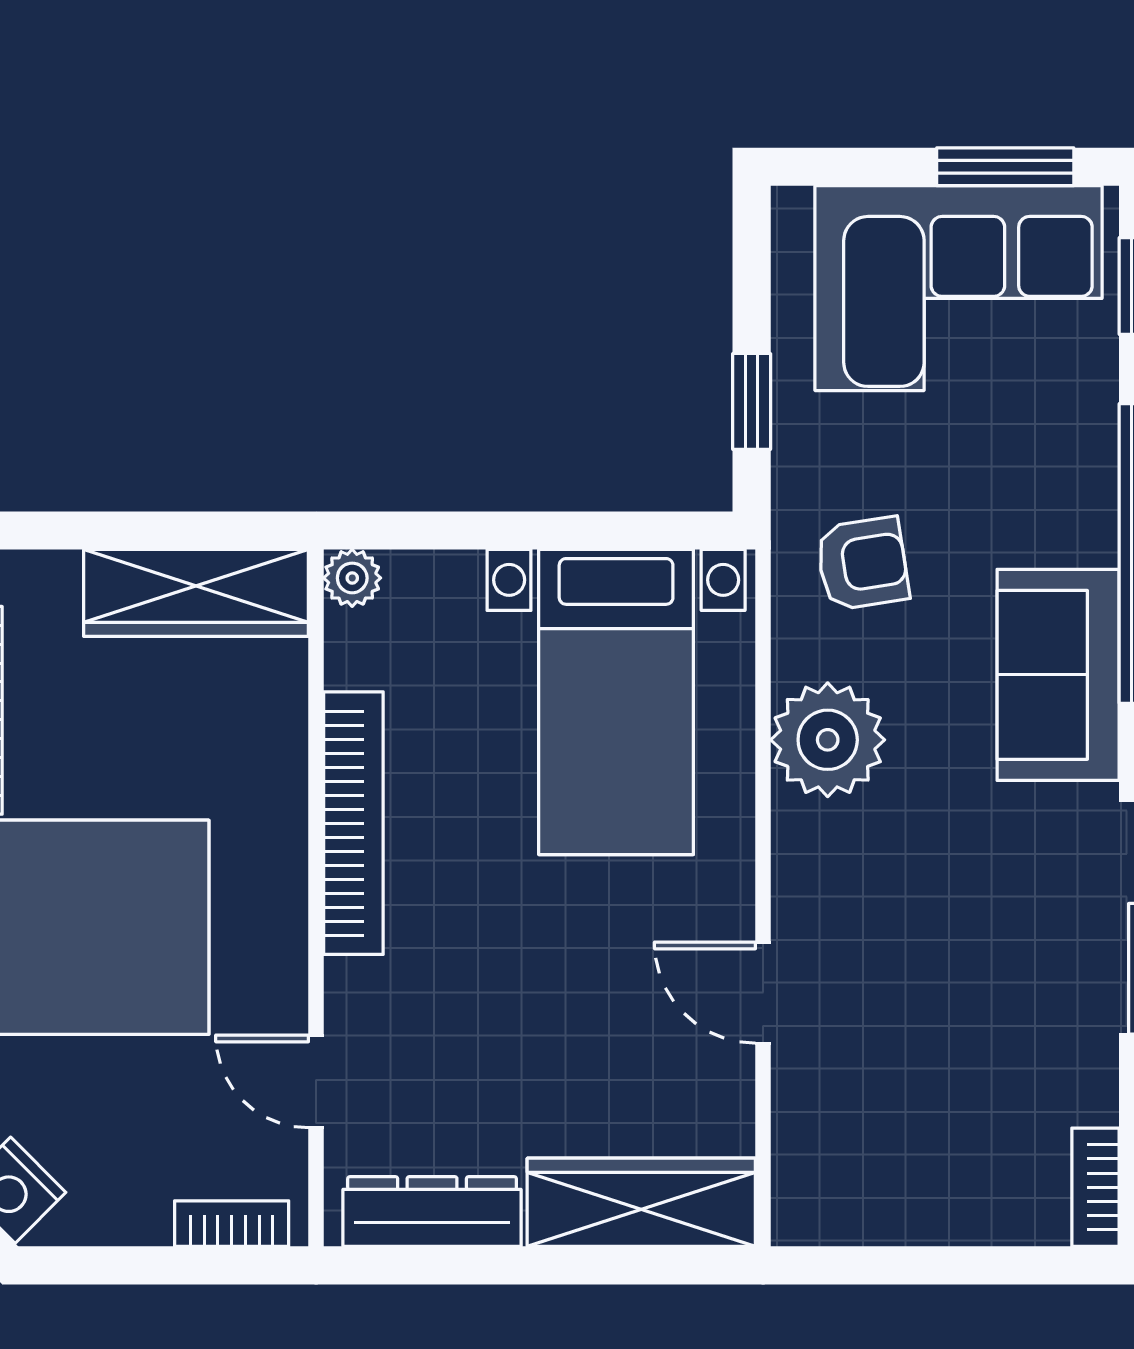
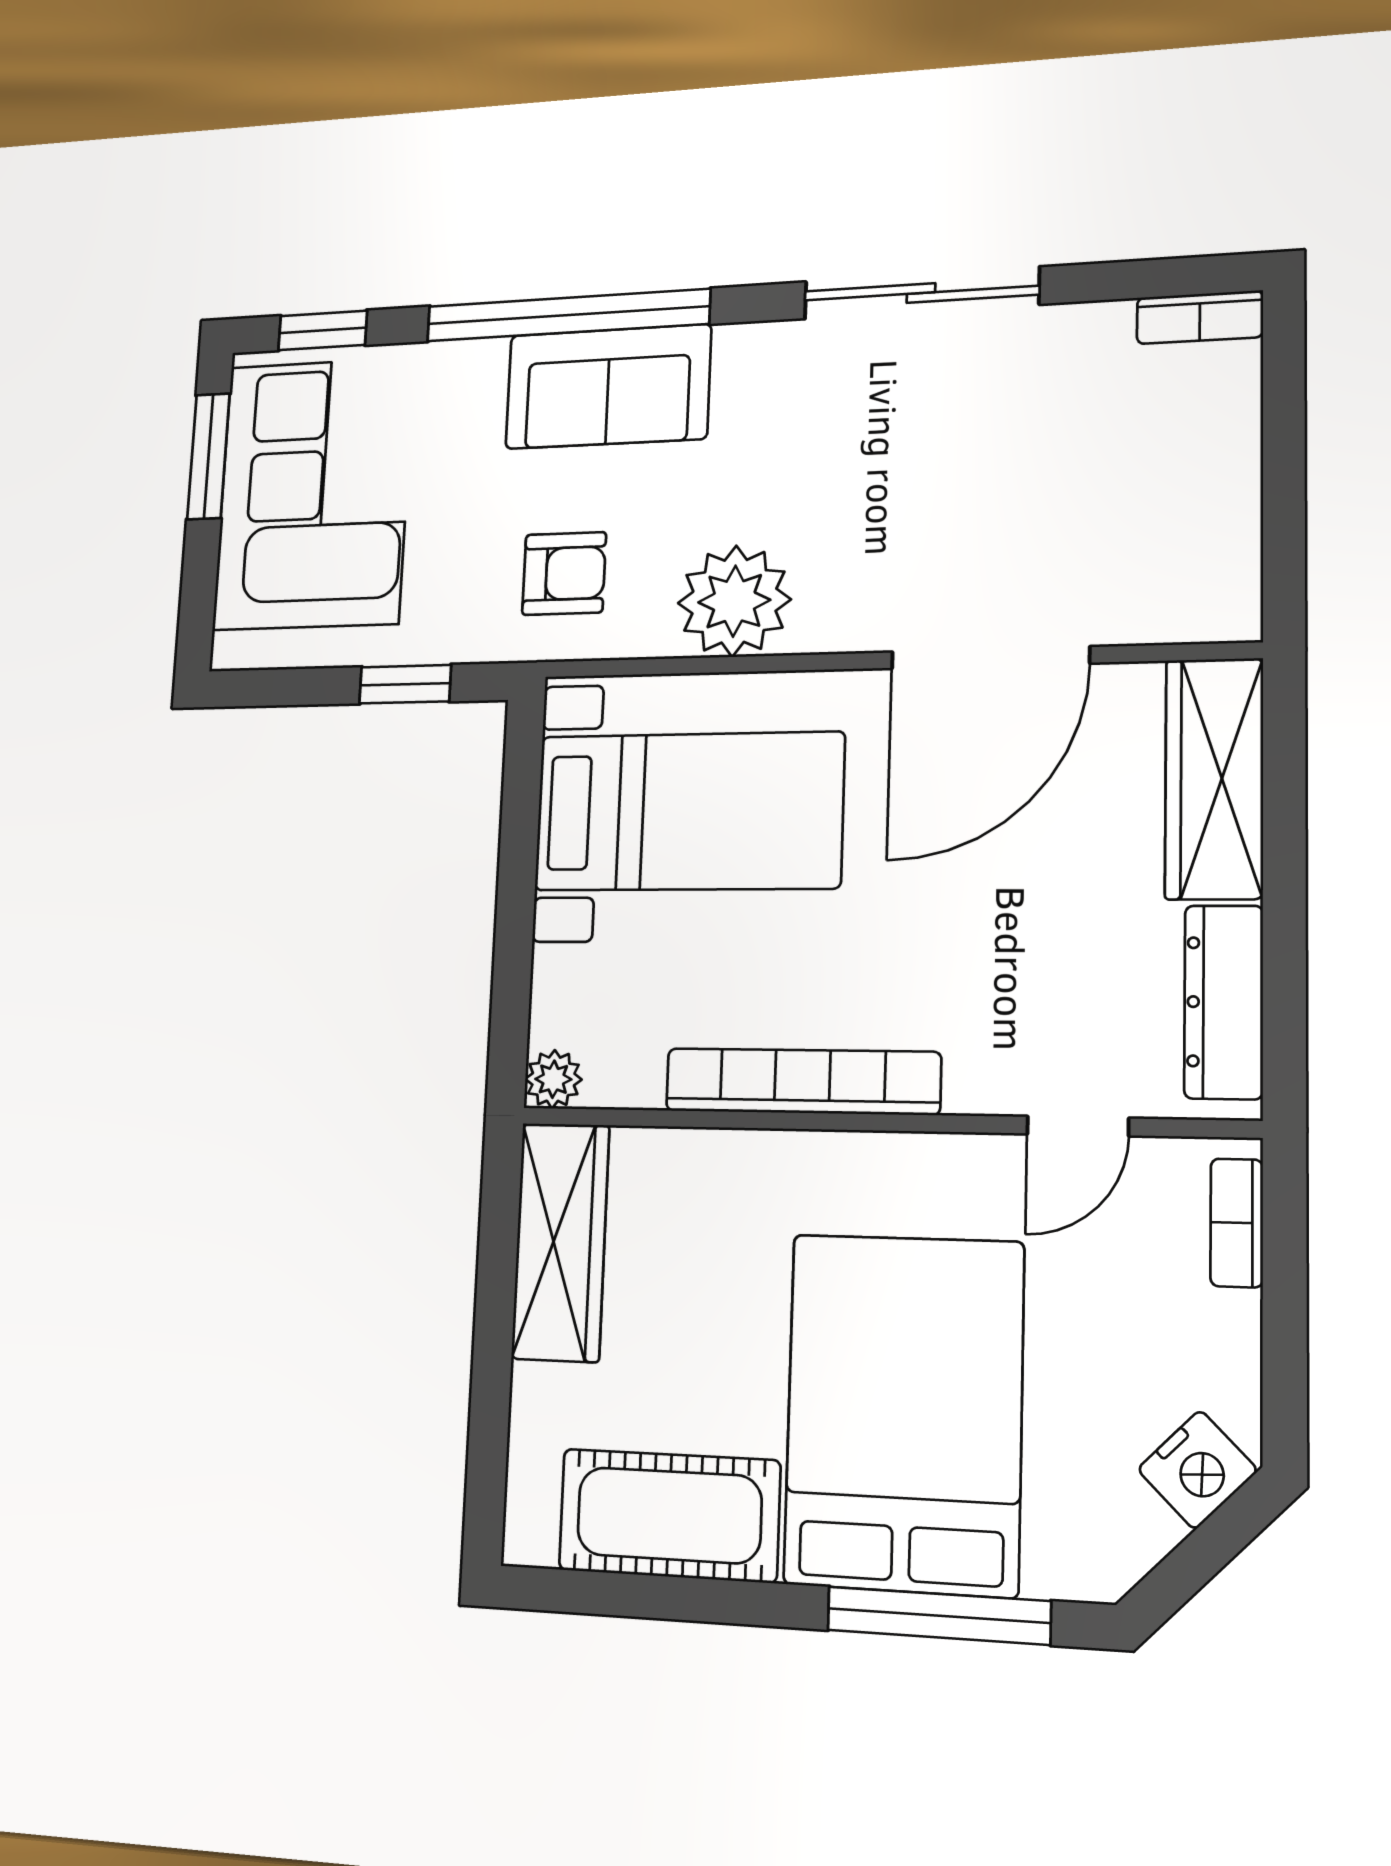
armchair: (862, 564) -> (564, 574), turned 99
sofa: (1058, 675) -> (608, 387), moved
door: (763, 993) -> (990, 658), width x1.87

